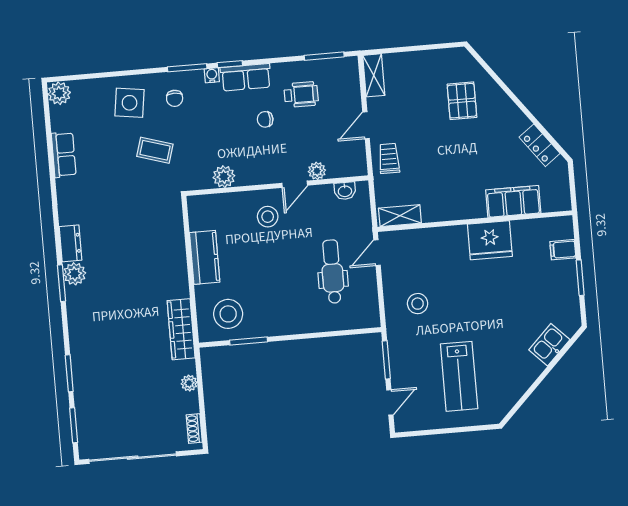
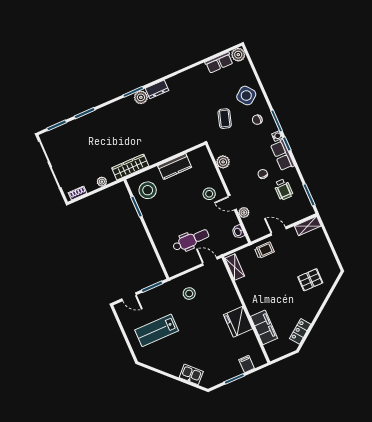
side table: (130, 103) -> (246, 96), turned 45
row of seats: (64, 155) -> (219, 63), moved

